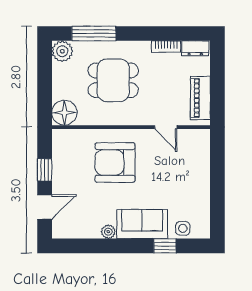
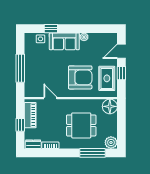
window: (217, 81) -> (20, 125), added
rug: (69, 161) -> (107, 78), added
window: (217, 178) -> (20, 68), added

